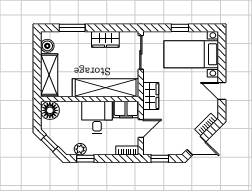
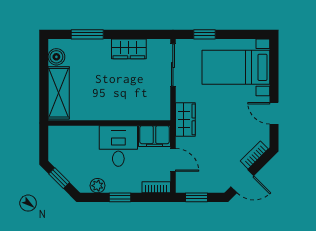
window: (180, 28) -> (204, 34), moved
shelving: (106, 88) -> (129, 109), removed
floor lamp: (50, 110) -> (60, 137), removed
door: (141, 129) -> (173, 160), hinge flipped
window: (85, 159) -> (120, 197), moved

